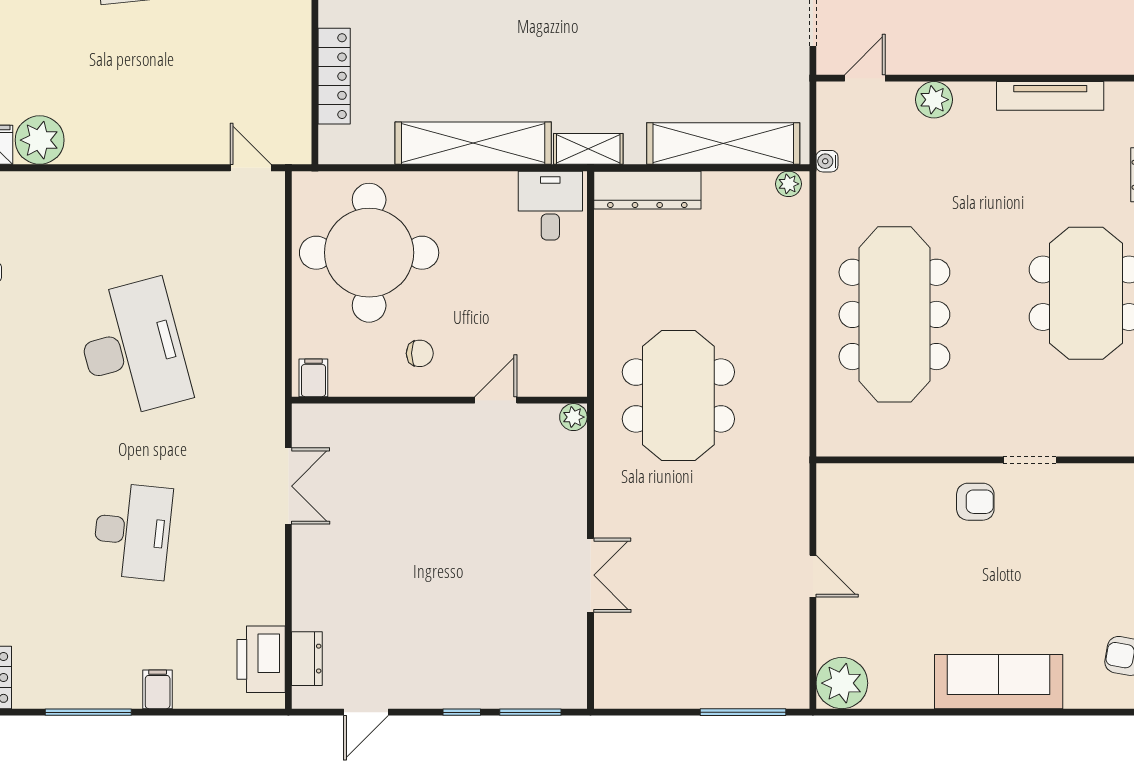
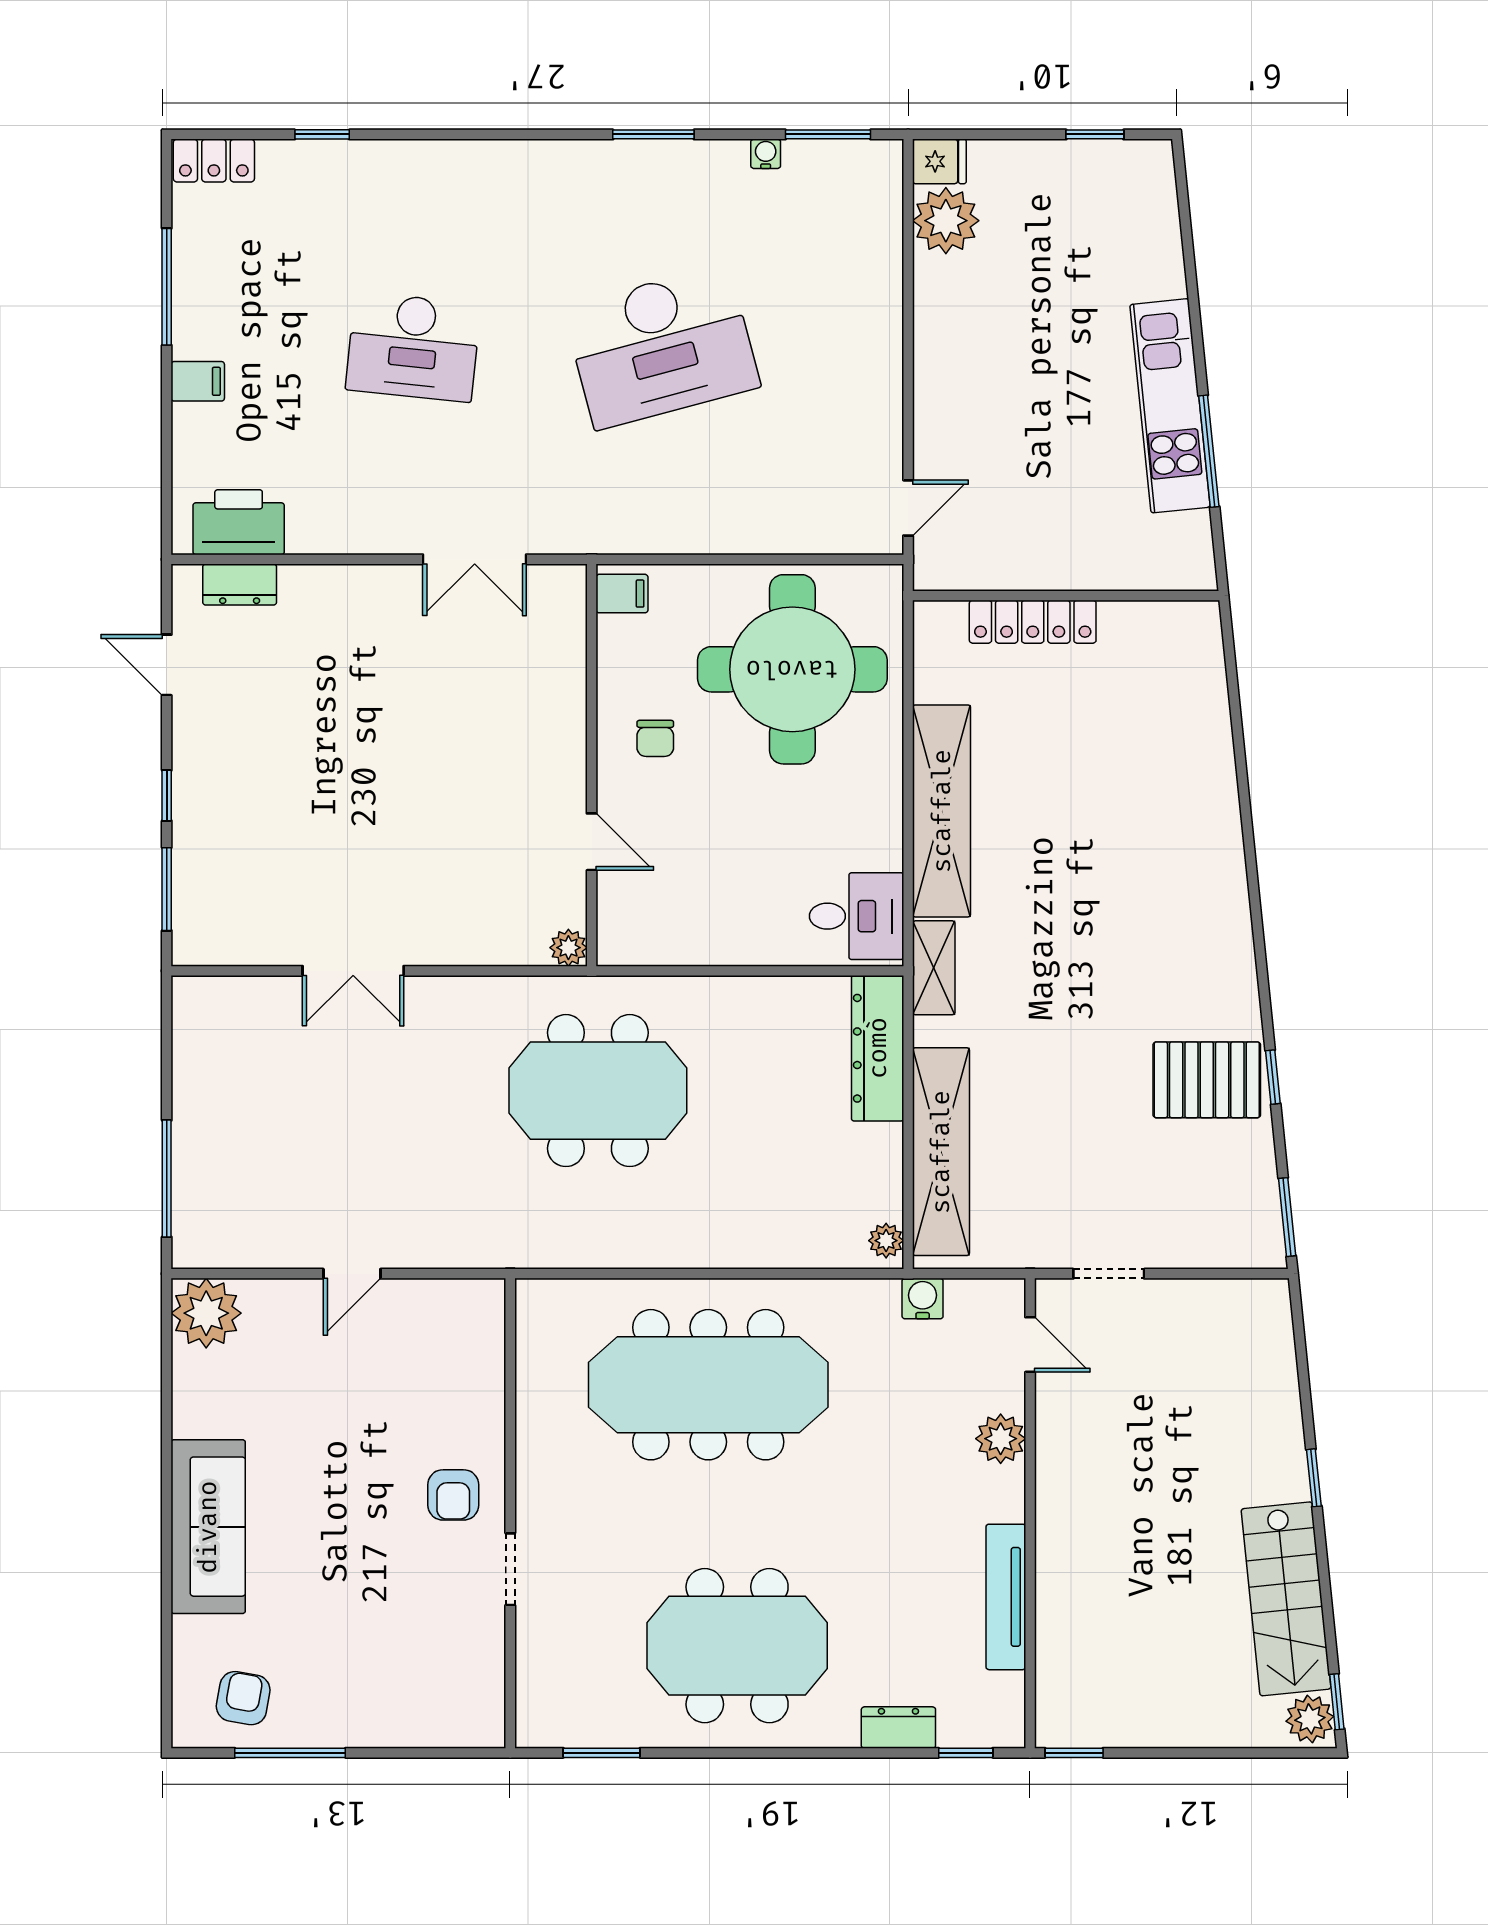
water cooler: (827, 161) -> (923, 1299), width x1.38, depth x1.38

